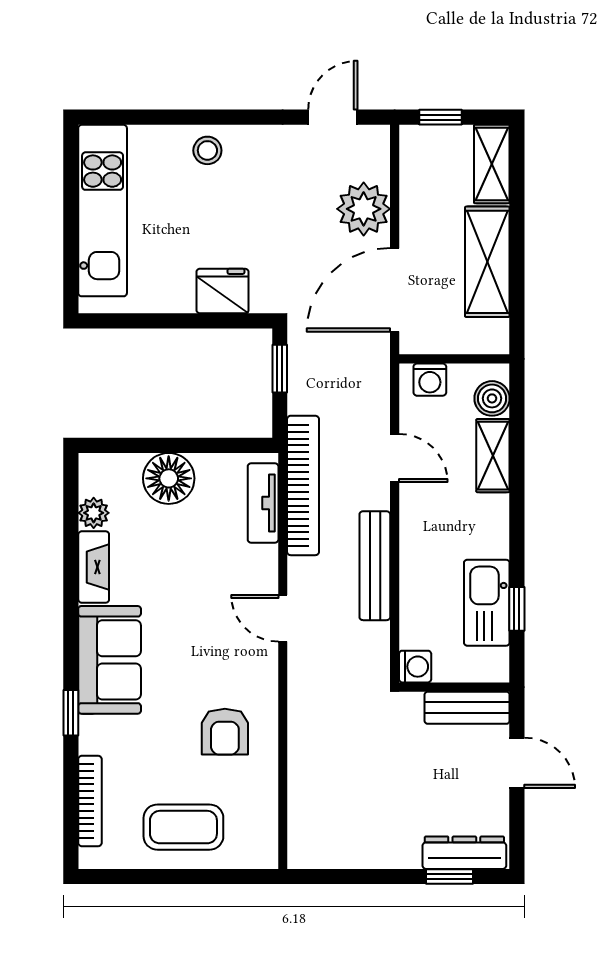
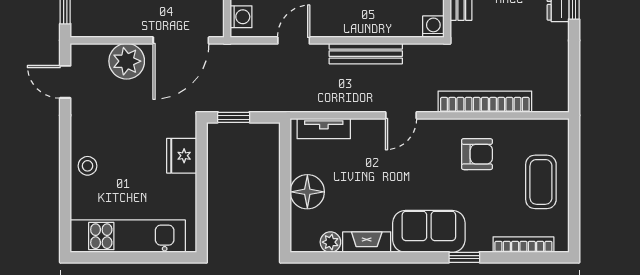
door: (395, 290) -> (181, 40), hinge flipped
bookcase: (303, 485) -> (485, 102), moved

